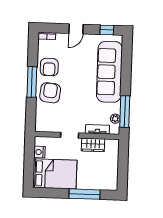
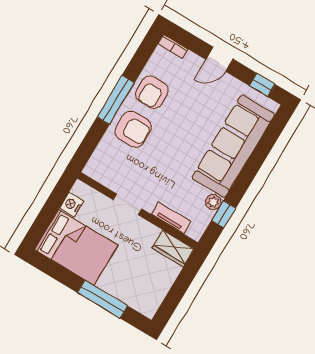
armchair: (50, 93) -> (133, 129), turned 84
window: (125, 112) -> (224, 214), width x0.46
plant: (115, 119) -> (213, 202), moved
wardrobe: (93, 145) -> (173, 248), moved

